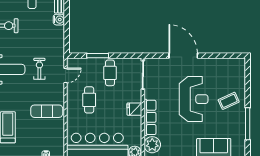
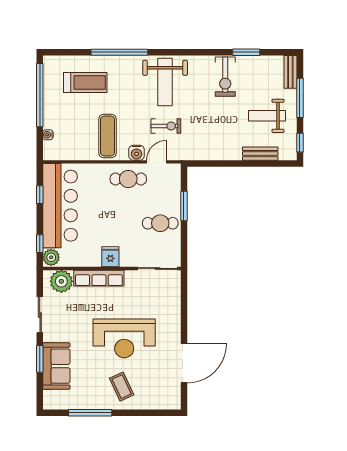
water cooler: (59, 20) -> (137, 153), moved
door: (183, 56) -> (184, 363), moved
door: (65, 75) -> (157, 162), swing flipped
cafe table: (89, 100) -> (128, 179), moved

